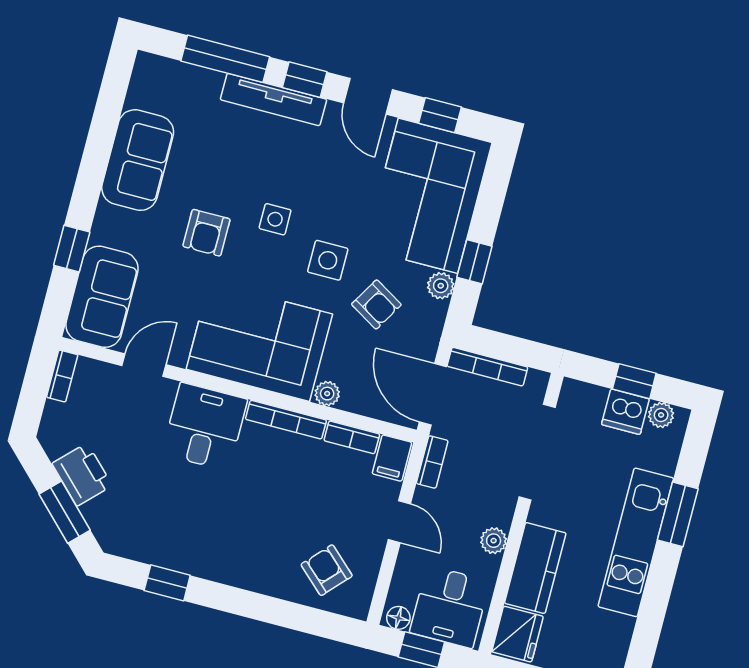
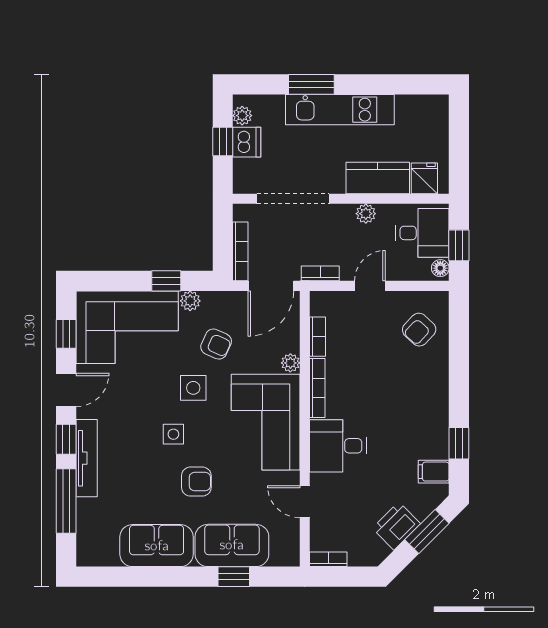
sofa: (102, 297) -> (232, 545), moved
armchair: (376, 304) -> (216, 344), turned 83
filing cabinet: (392, 458) -> (434, 472), moved, turned 180
fridge: (517, 634) -> (424, 178), width x0.72

